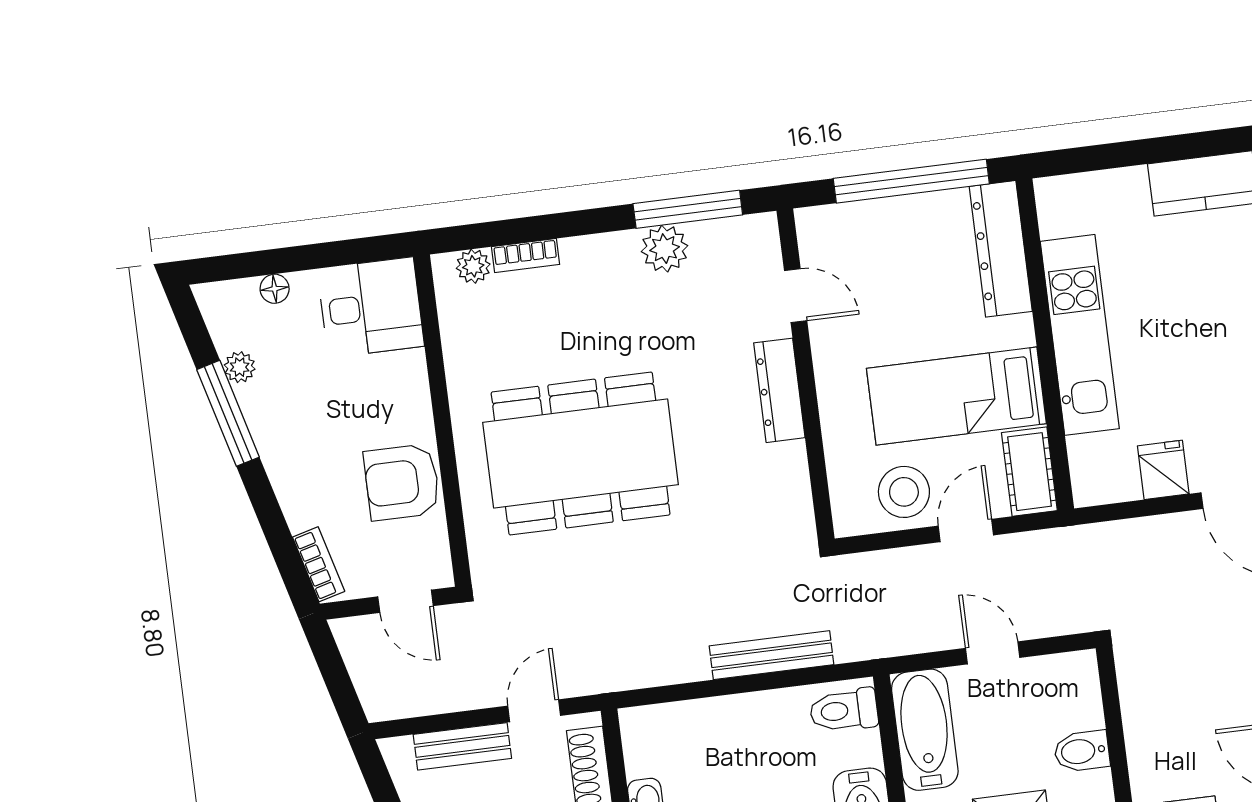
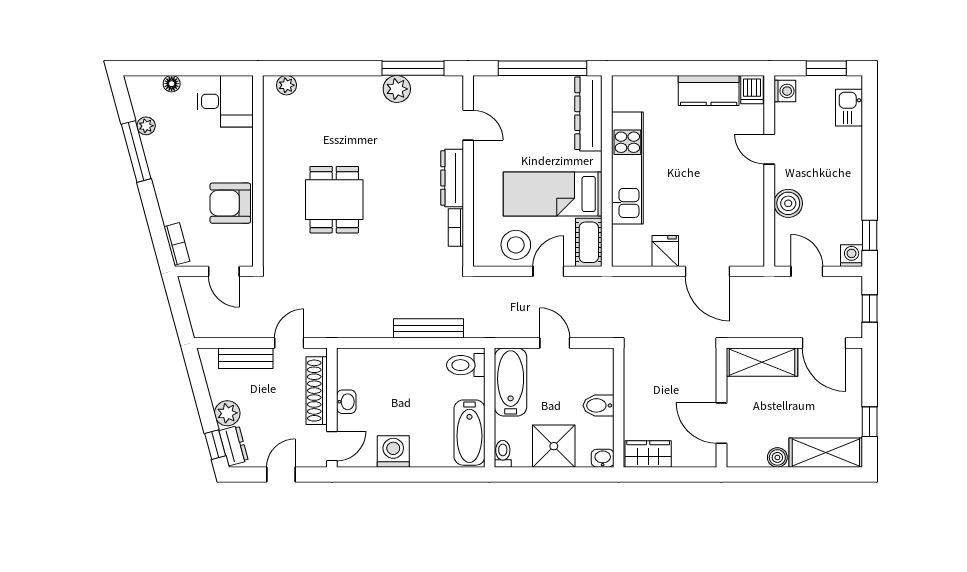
bookcase: (526, 256) -> (456, 228), moved, turned 90
dining table: (581, 453) -> (334, 200), width x0.53, depth x0.80

